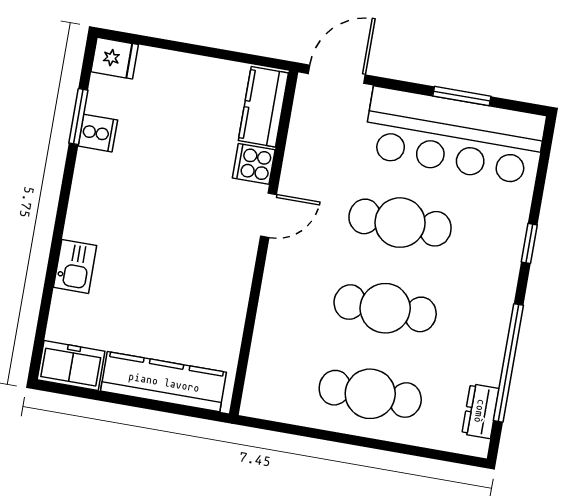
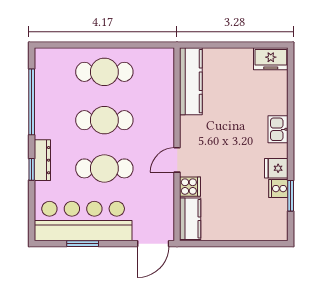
fridge: (115, 58) -> (276, 168), moved
kitchen sink: (75, 266) -> (278, 129), moved
kitchen counter: (164, 382) -> (191, 81), moved, turned -90
dresser: (480, 411) -> (42, 160), moved, width x1.44

